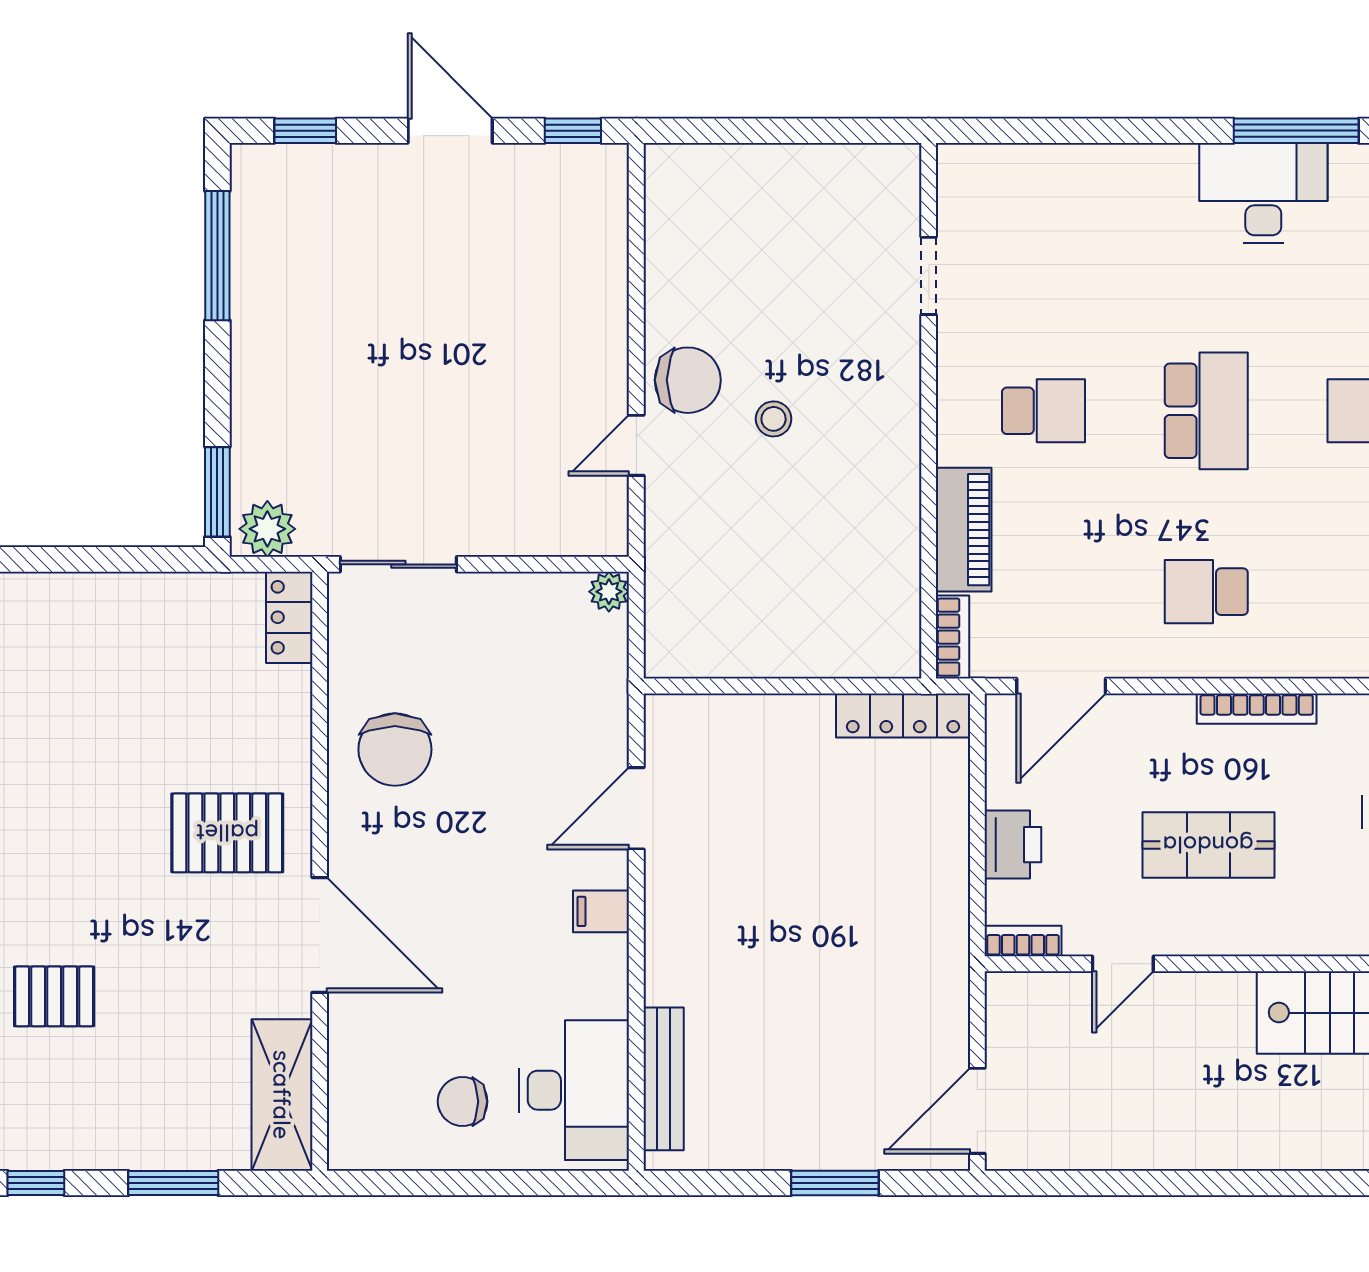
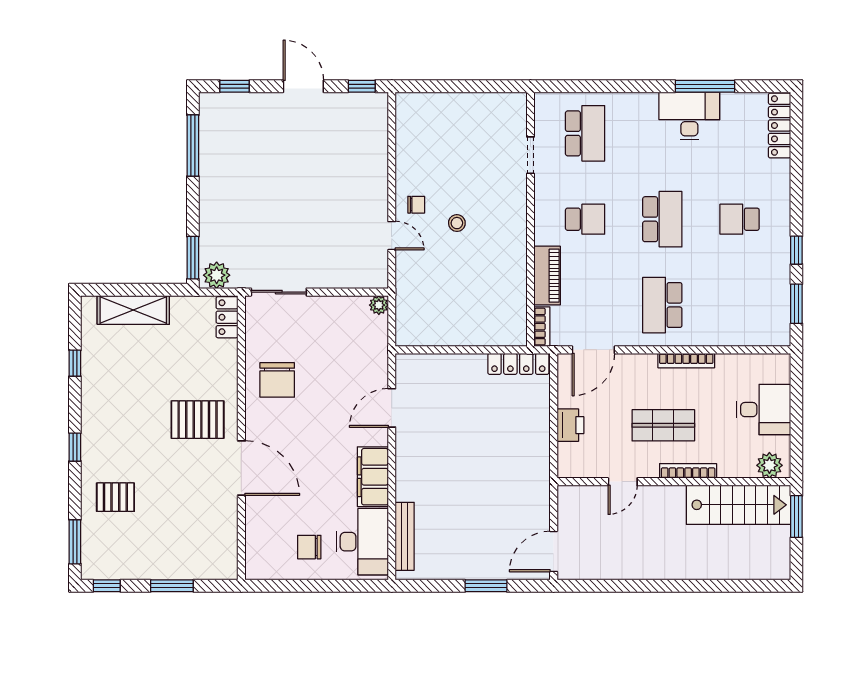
school desk: (1044, 230) -> (585, 133), added
chair: (688, 380) -> (416, 205), width x0.54, depth x0.54
door: (636, 445) -> (392, 236), swing flipped
school desk: (1206, 592) -> (662, 305), width x1.85
filing cabinet: (601, 911) -> (373, 477), width x3.00, depth x1.17
bookcase: (1023, 941) -> (688, 471), moved, width x1.56
shelving: (282, 1095) -> (133, 310), moved, turned 90

